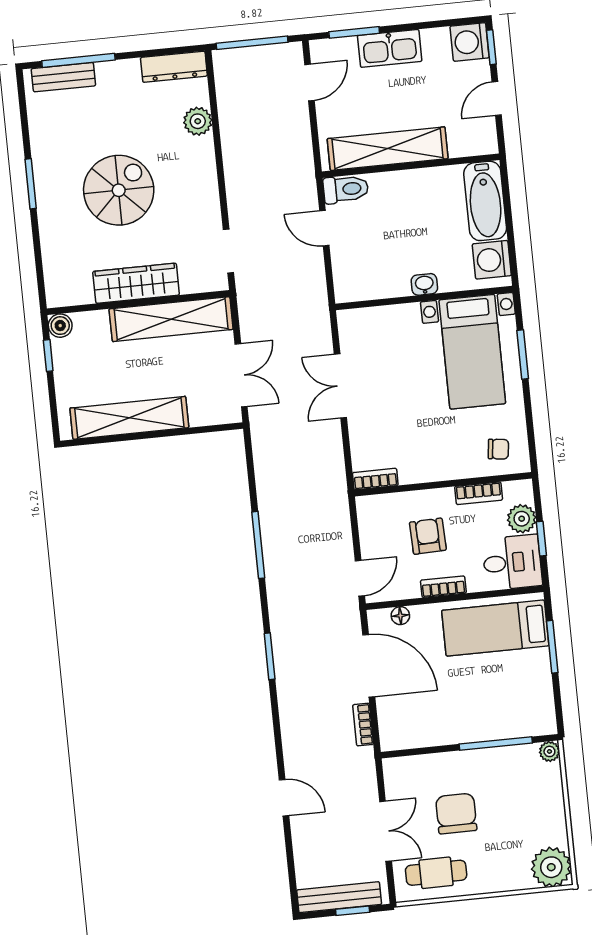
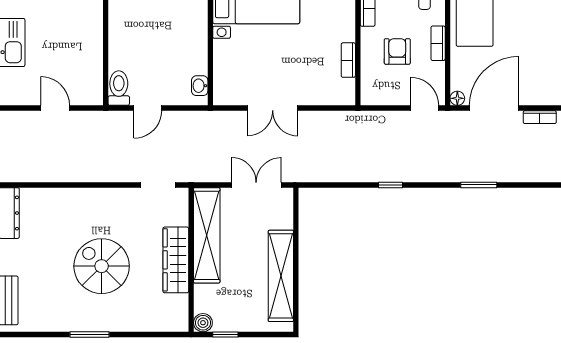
door: (309, 82) -> (55, 108), moved
plant: (198, 121) -> (54, 199), removed
shelving: (388, 149) -> (90, 52), removed
washbasin: (424, 284) -> (200, 86), moved
bookcase: (375, 479) -> (348, 60), moved
armchair: (428, 536) -> (397, 51), turned 92
window: (258, 545) -> (391, 185), width x0.46
floor lamp: (400, 616) -> (457, 98), moved

